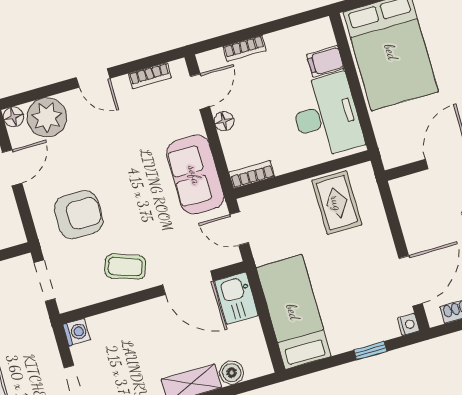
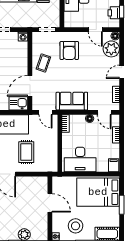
filing cabinet: (325, 61) -> (114, 165), moved
rug: (337, 203) -> (26, 152), moved, turned 90
door: (239, 229) -> (46, 112), swing flipped

